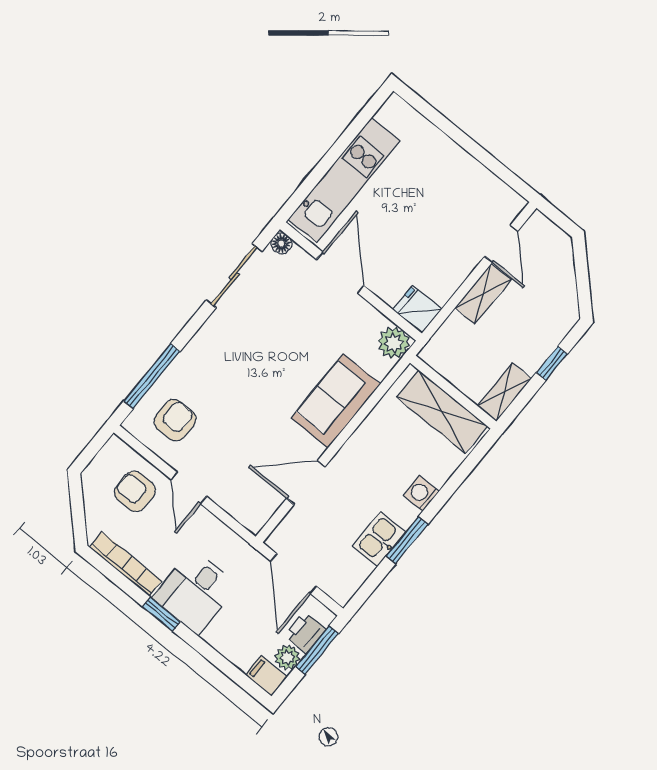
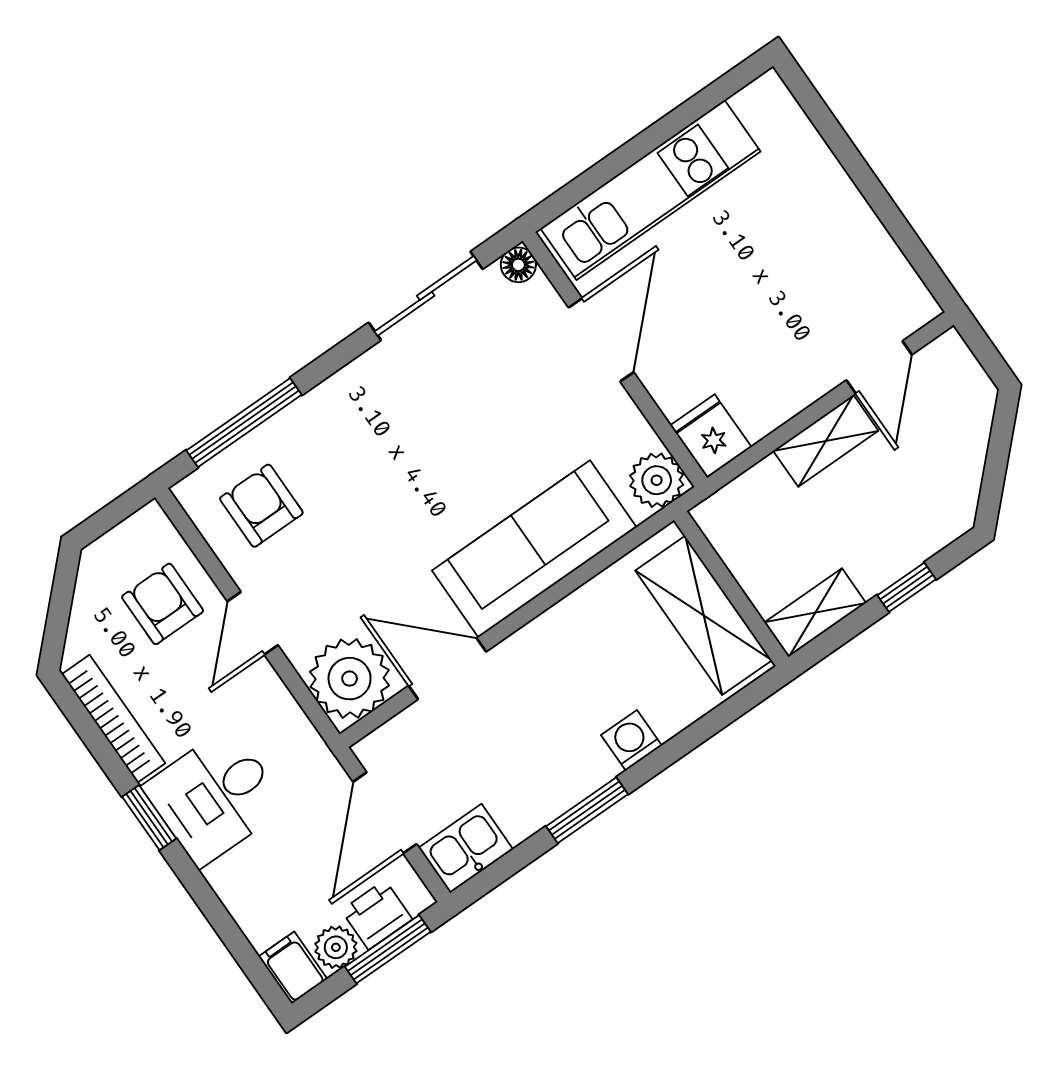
sofa: (336, 401) -> (534, 549), width x1.36
armchair: (175, 420) -> (261, 506), turned -90
plant: (252, 504) -> (350, 679), added
kitchen sink: (379, 539) -> (466, 848), moved

